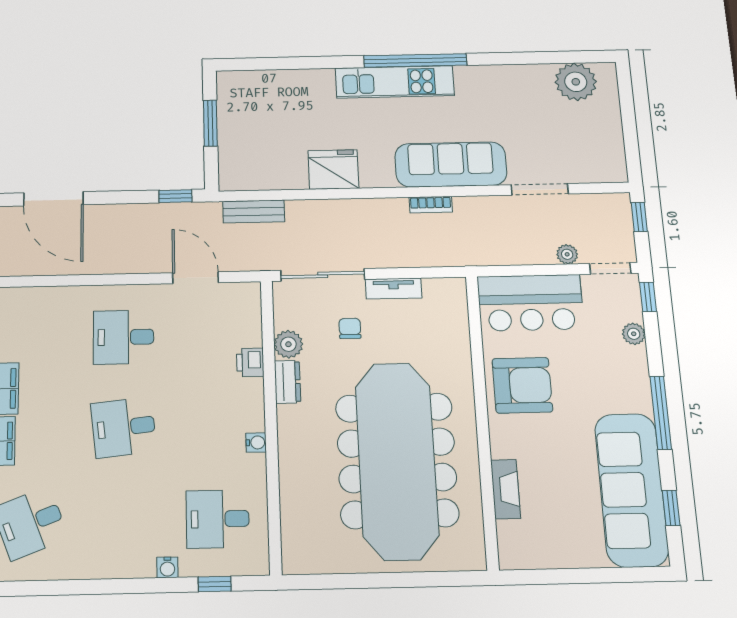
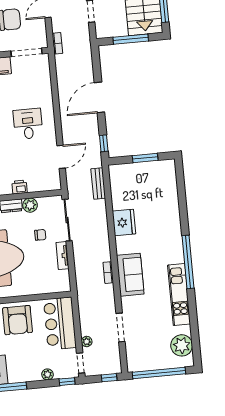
kitchen unit: (395, 82) -> (179, 295), moved
window: (629, 125) -> (159, 373), added
sofa: (451, 164) -> (130, 275), width x0.73
door: (53, 199) -> (99, 97), moved

